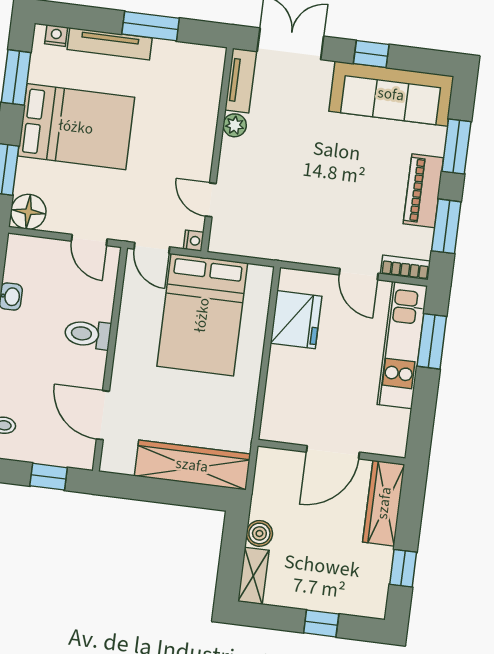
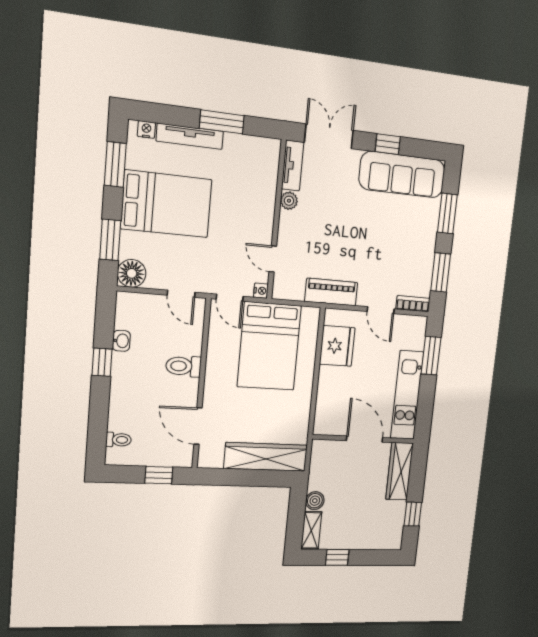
piano: (423, 191) -> (331, 292), moved, turned 90
kitchen unit: (402, 345) -> (407, 395), moved
door: (333, 452) -> (365, 439), swing flipped
window: (321, 623) -> (337, 557), moved

